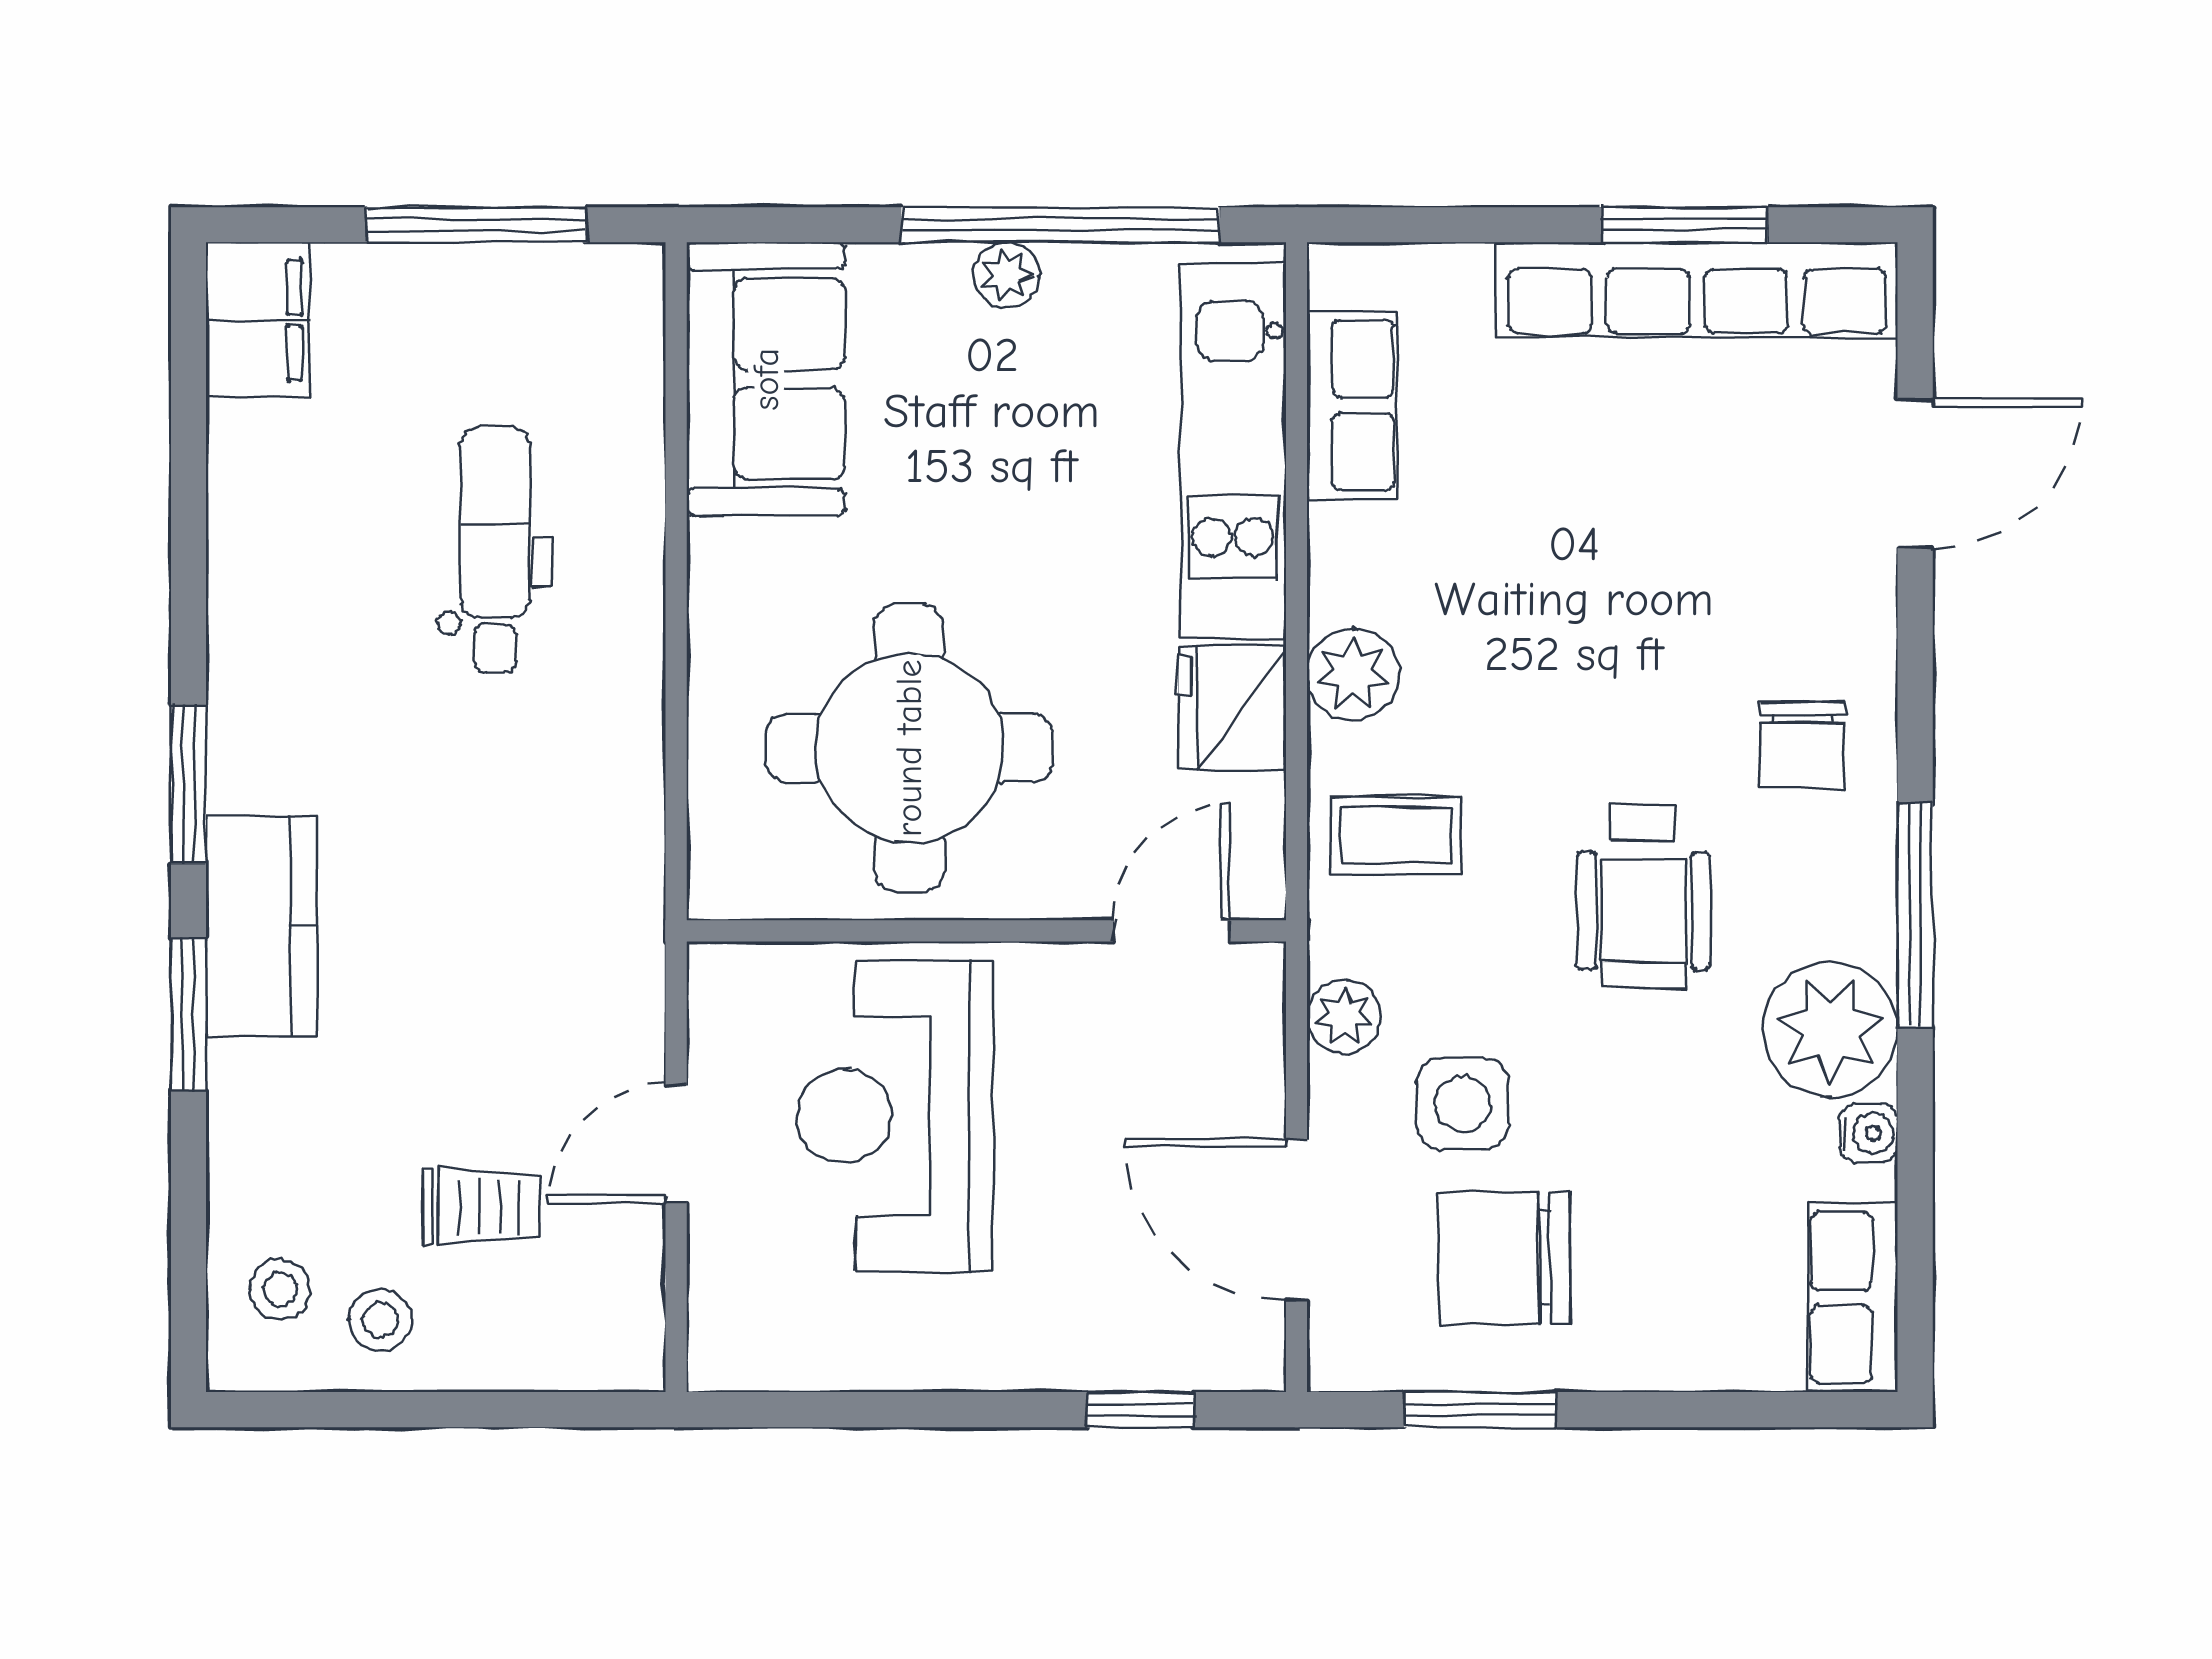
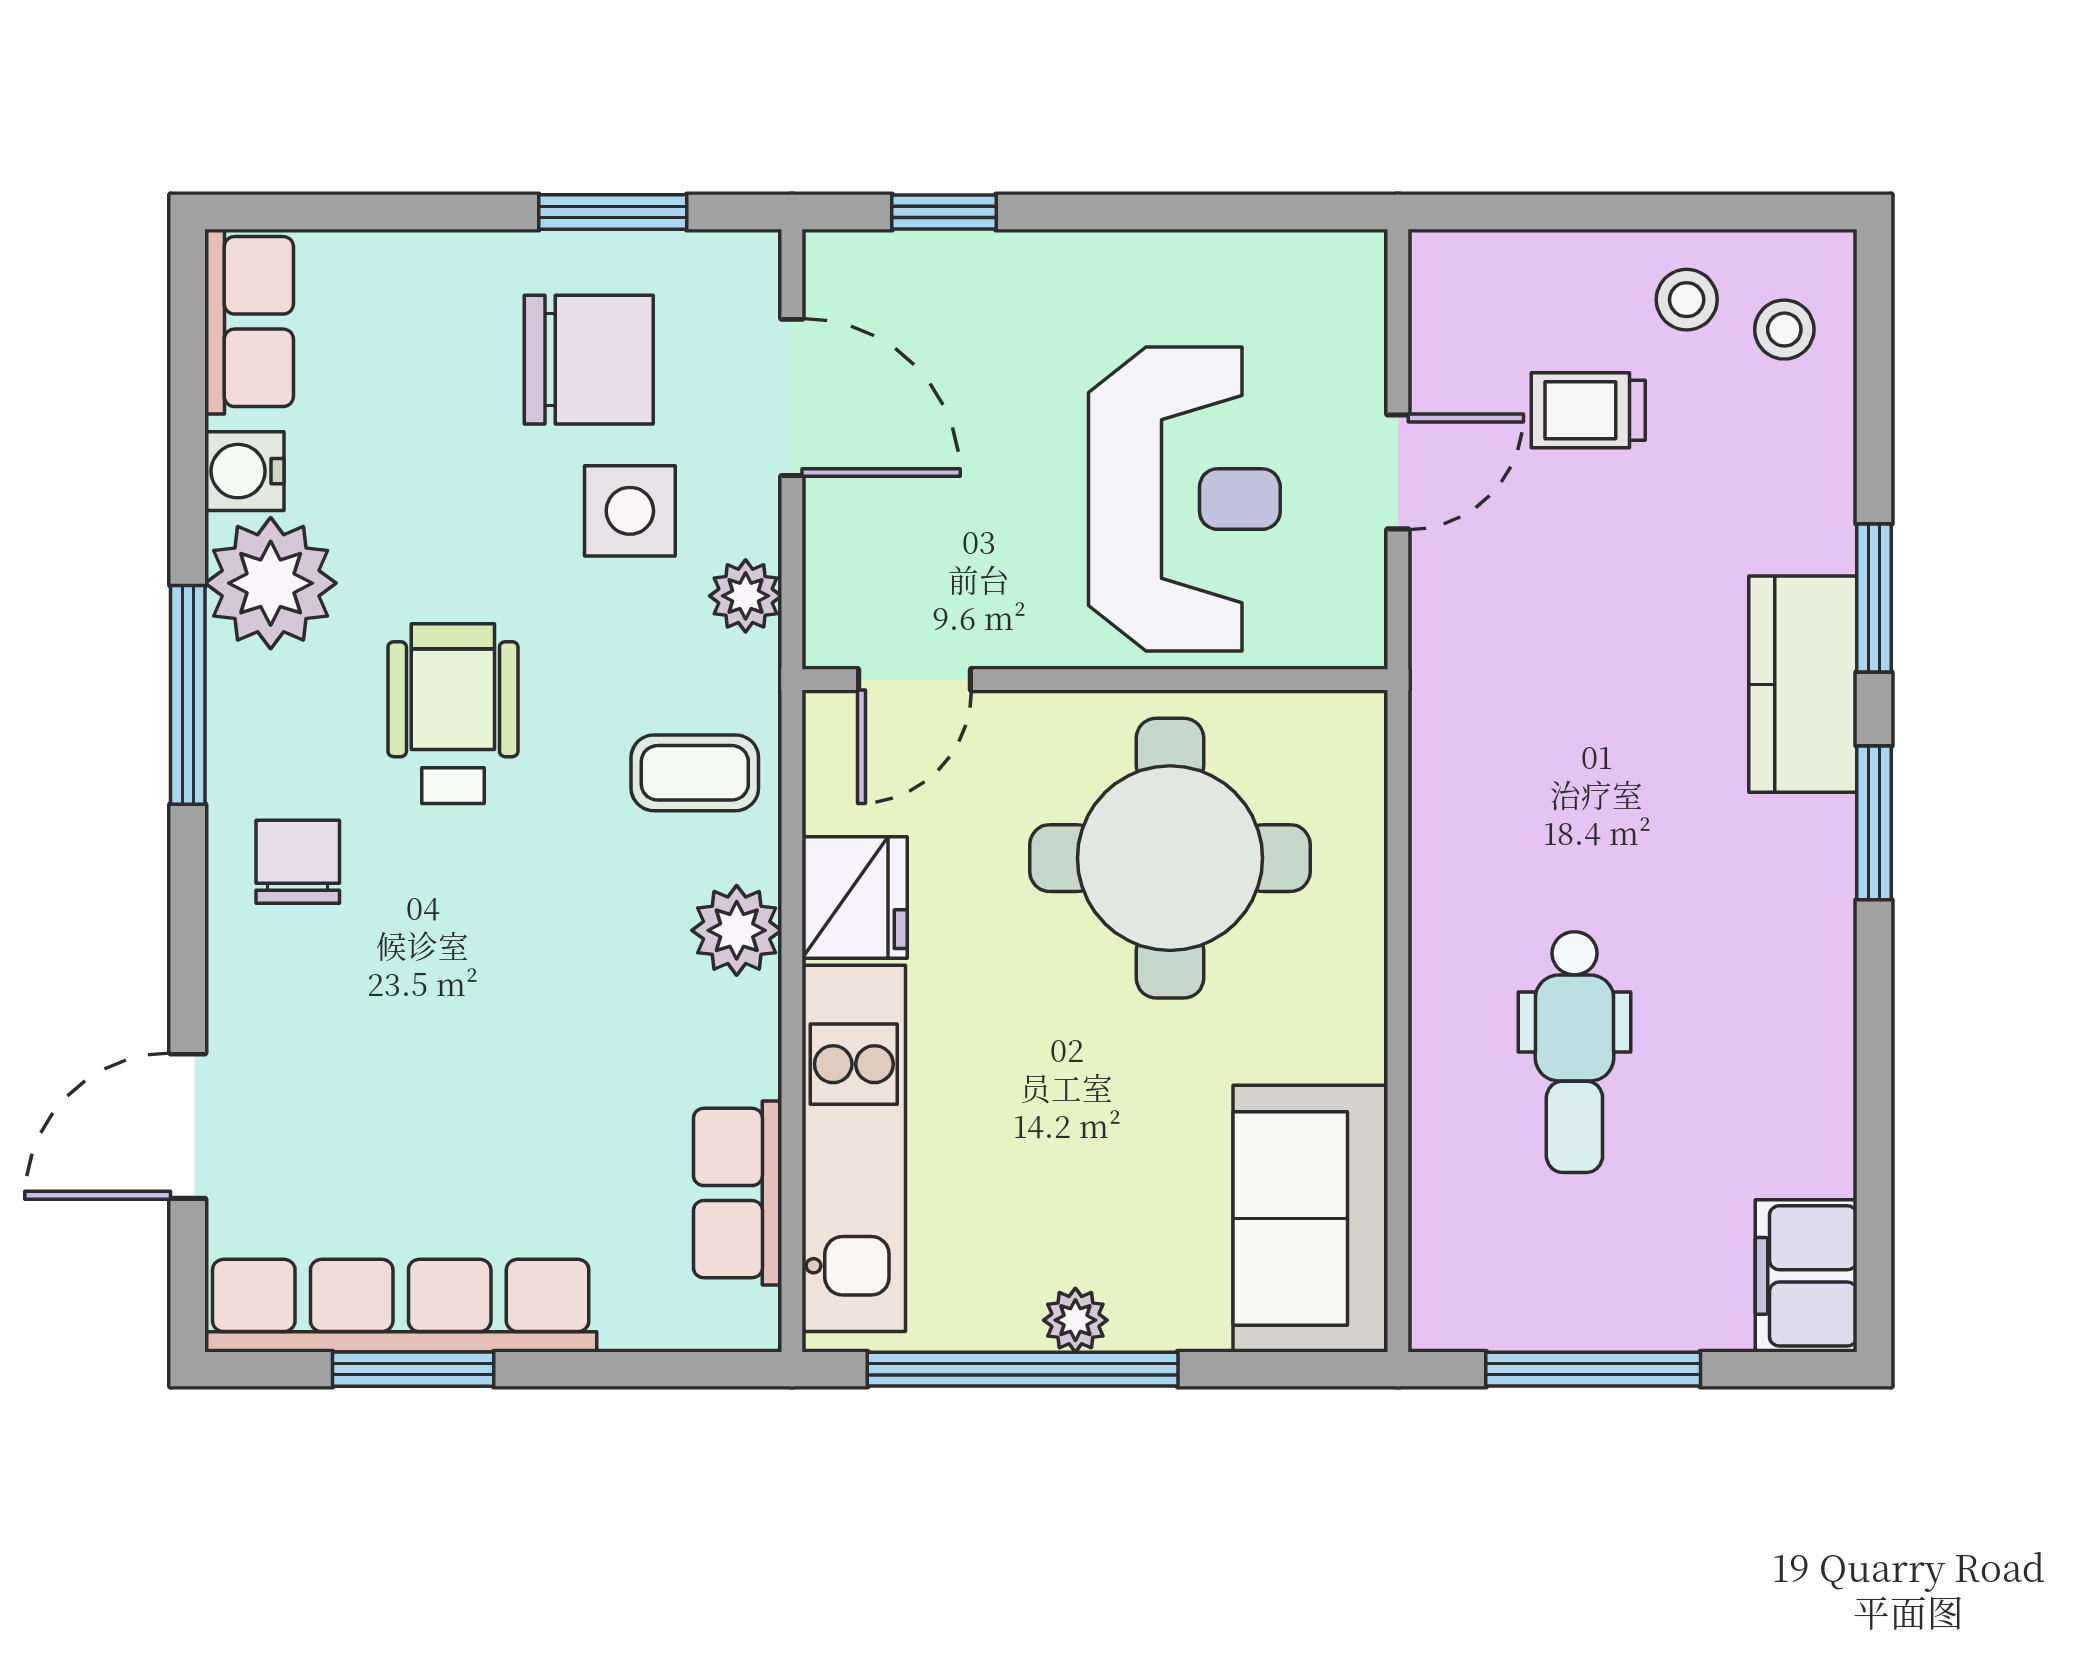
water cooler: (1868, 1133) -> (244, 471), width x1.38, depth x1.38

